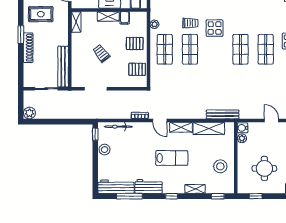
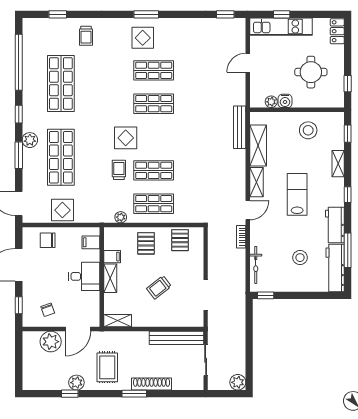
water cooler: (243, 128) -> (285, 101), moved
stool: (105, 150) -> (300, 258), moved

